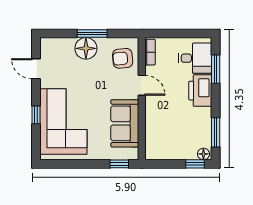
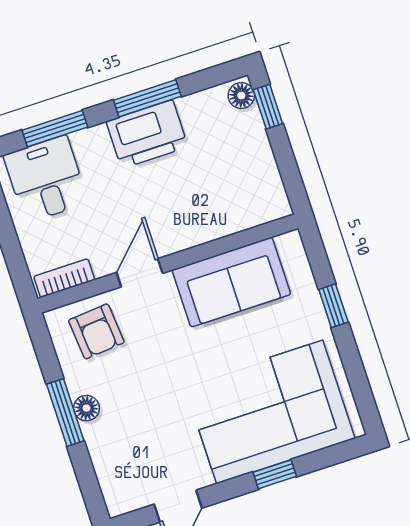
floor lamp: (86, 48) -> (86, 408), width x0.53, depth x0.53
printer: (200, 91) -> (147, 134), moved
window: (216, 132) -> (147, 98), moved
window: (119, 164) -> (333, 306), moved

